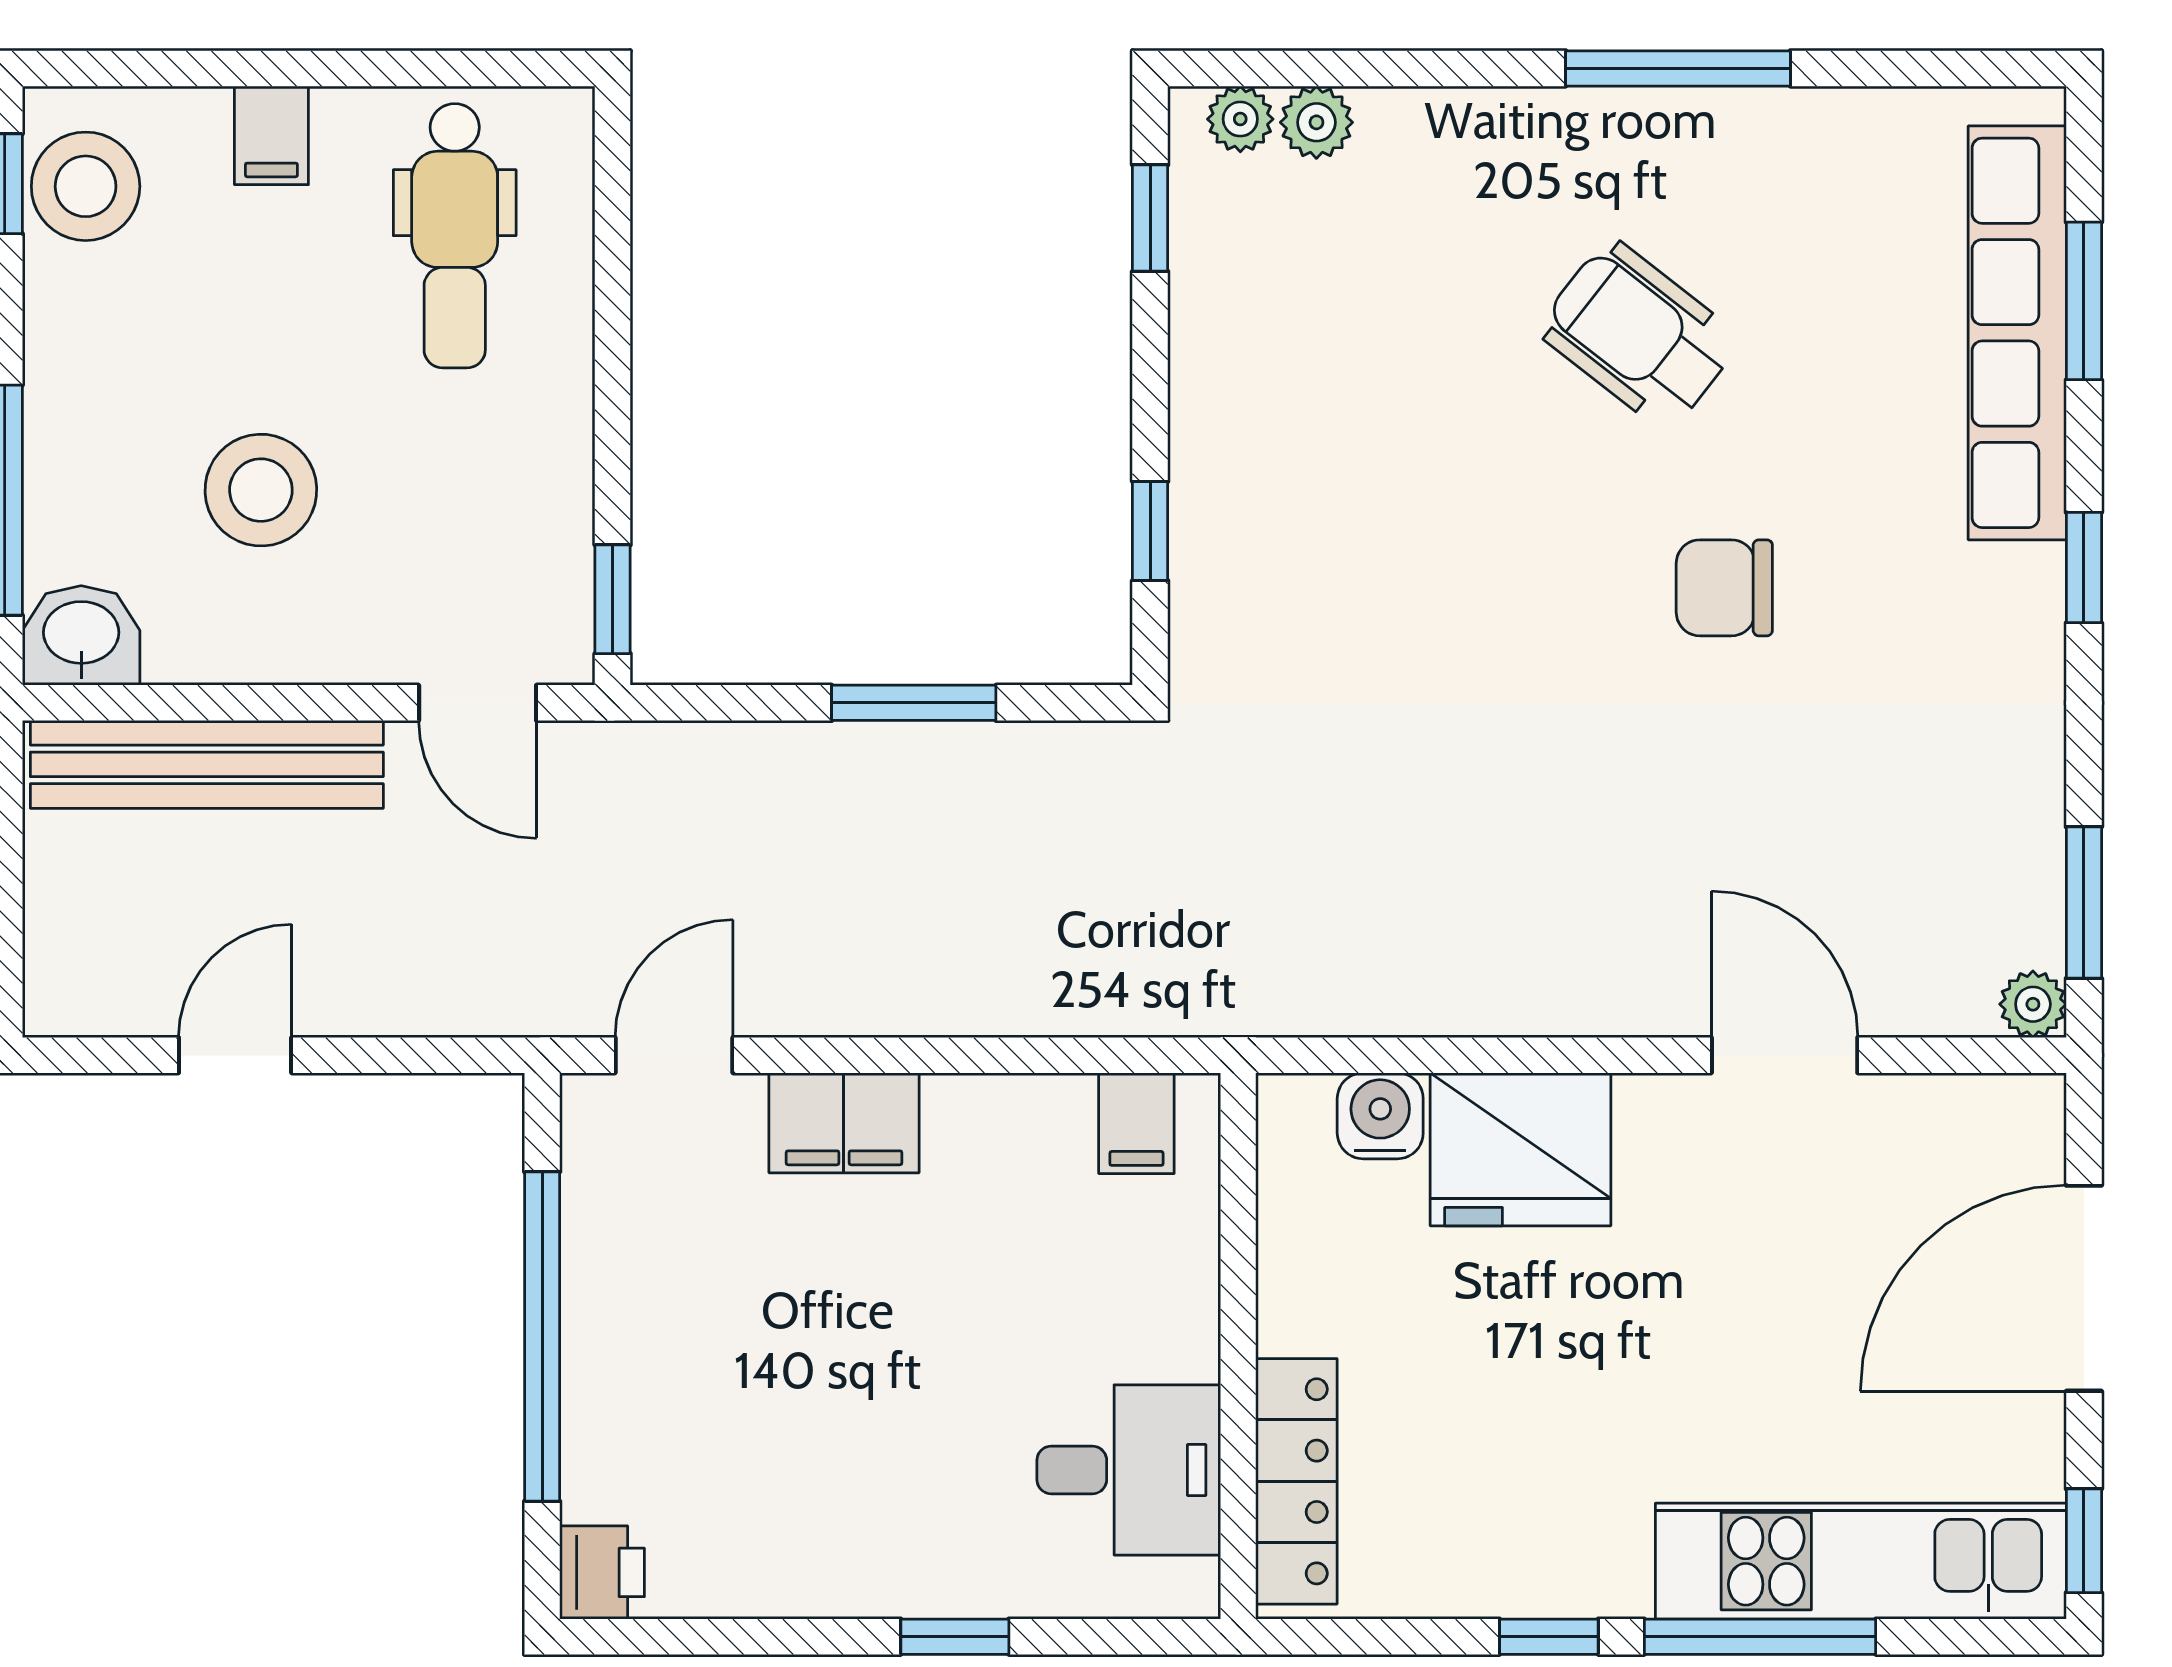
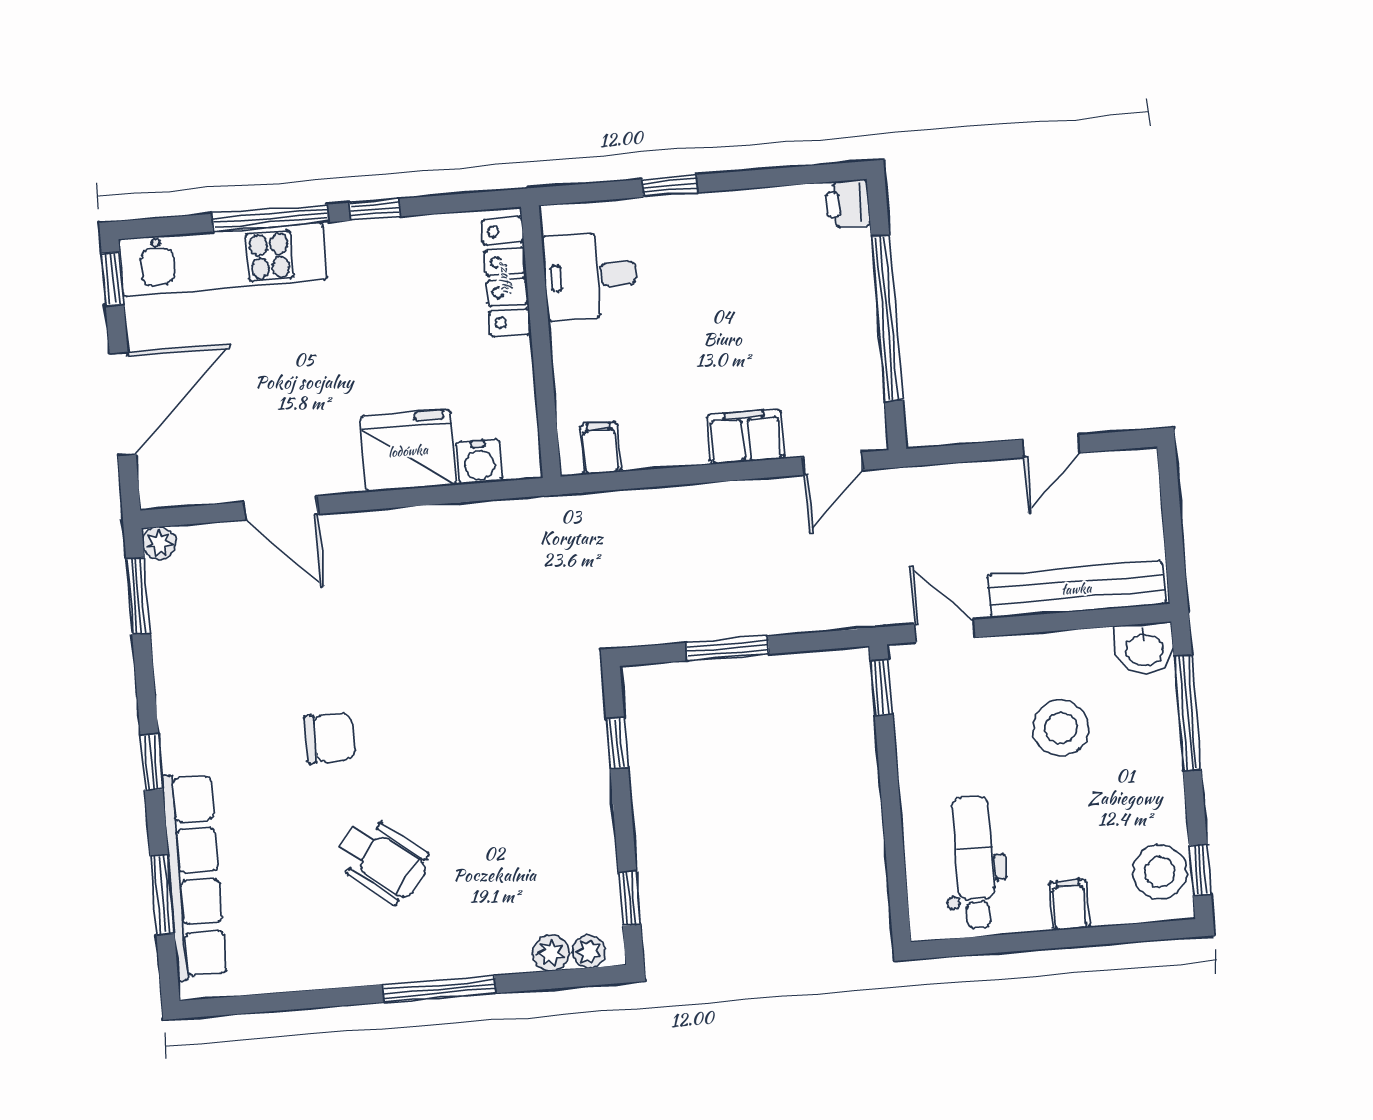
window: (1678, 68) -> (439, 989), moved

